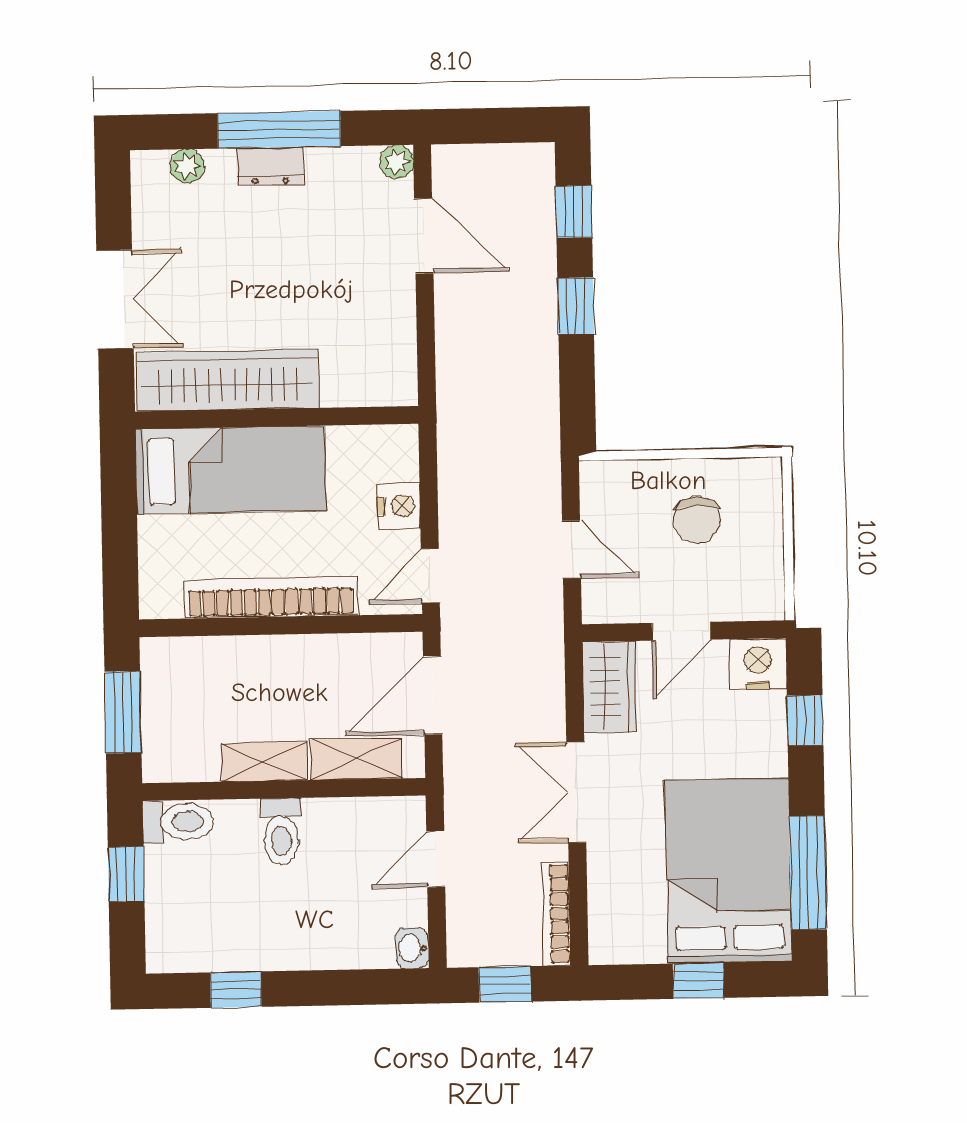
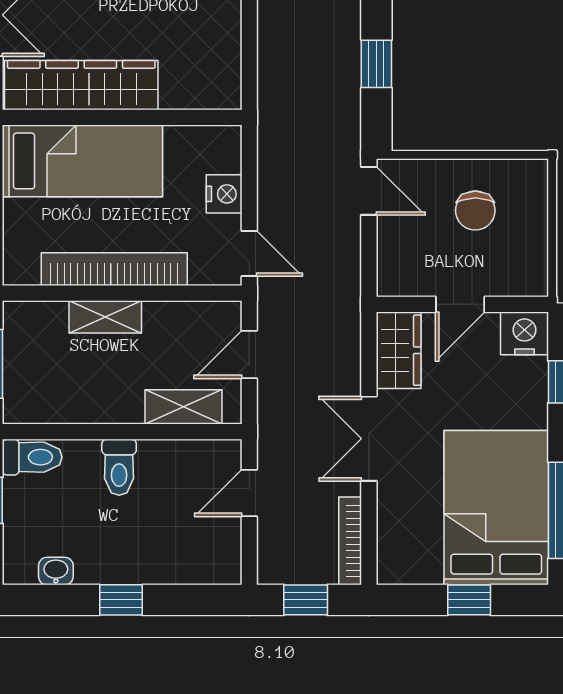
window: (576, 306) -> (376, 64), moved
door: (572, 550) -> (369, 191), moved
door: (430, 576) -> (249, 254), swing flipped
door: (433, 695) -> (249, 354), width x0.73
shelving: (264, 762) -> (105, 317), moved
washbasin: (412, 948) -> (56, 571), moved, turned 90
window: (236, 990) -> (121, 600), moved

